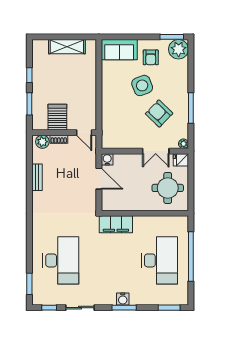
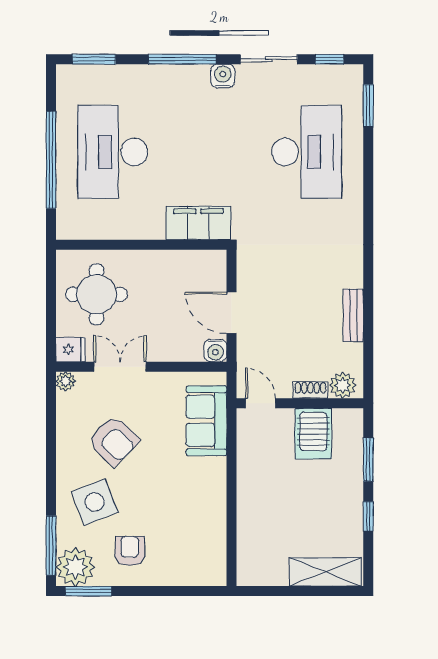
shelving: (67, 47) -> (325, 572), moved
sofa: (119, 50) -> (206, 421), moved, turned -90
side table: (142, 85) -> (95, 502), moved
window: (191, 108) -> (51, 545), moved
desk: (61, 260) -> (307, 152), turned 180
water cooler: (123, 299) -> (223, 76), moved
window: (124, 308) -> (182, 59), width x1.44

